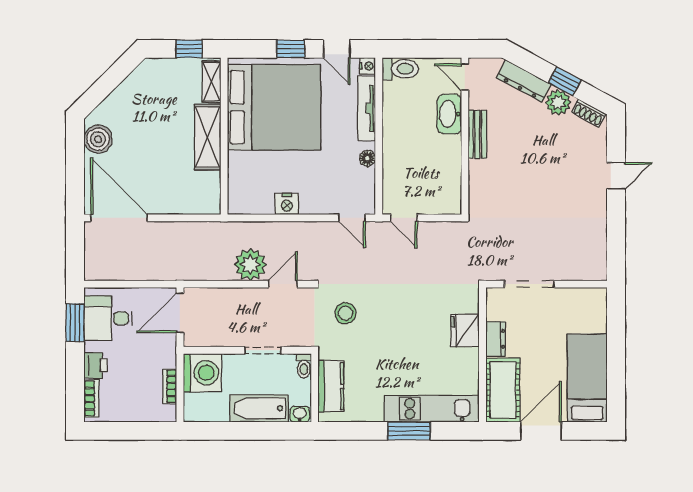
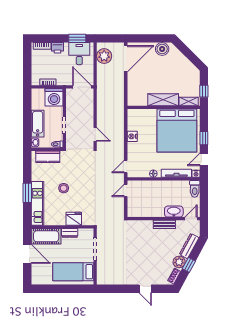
plant: (250, 265) -> (104, 56), moved
stool: (345, 313) -> (64, 188), moved
bed: (587, 378) -> (73, 272), moved, turned 180

